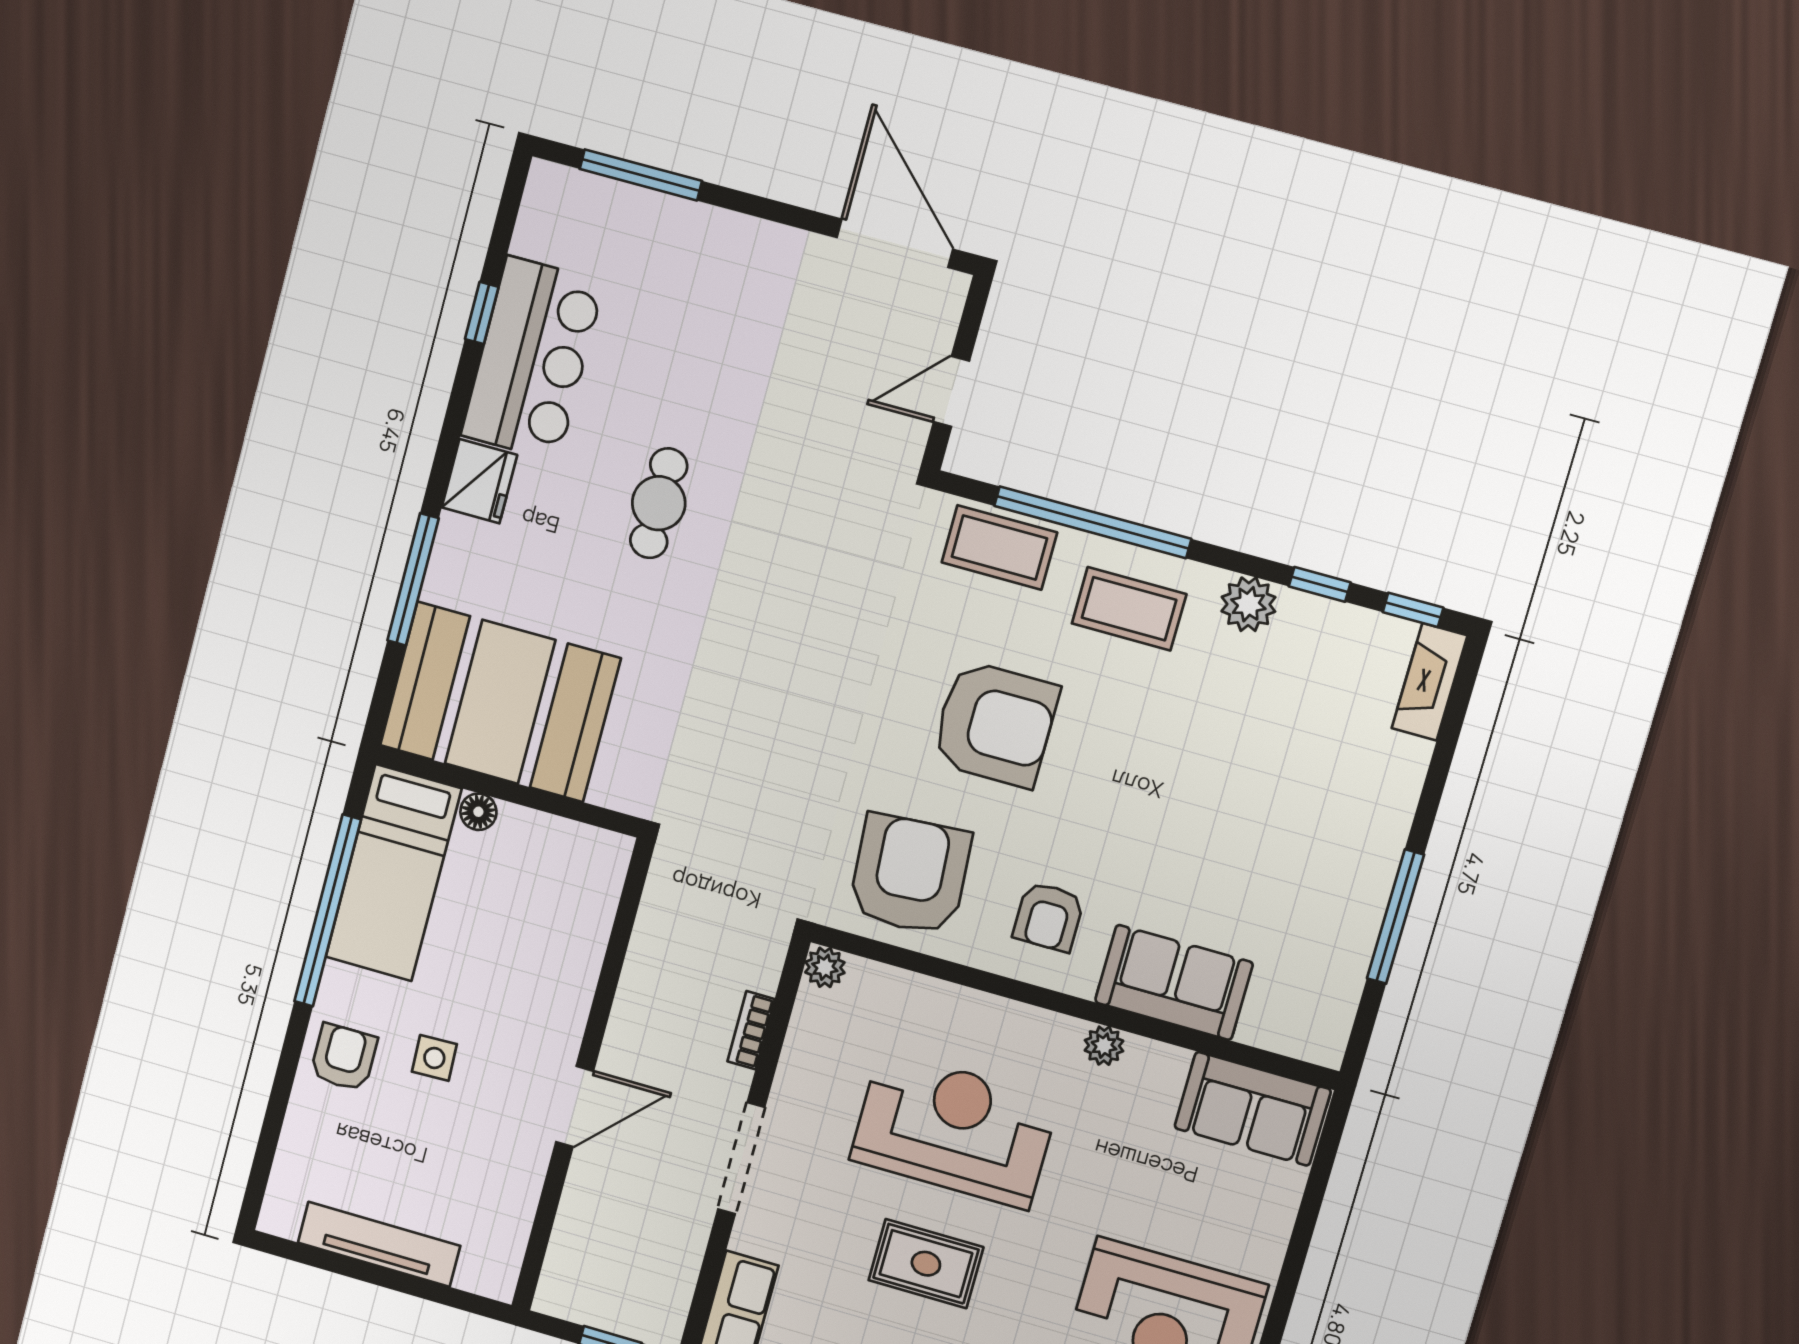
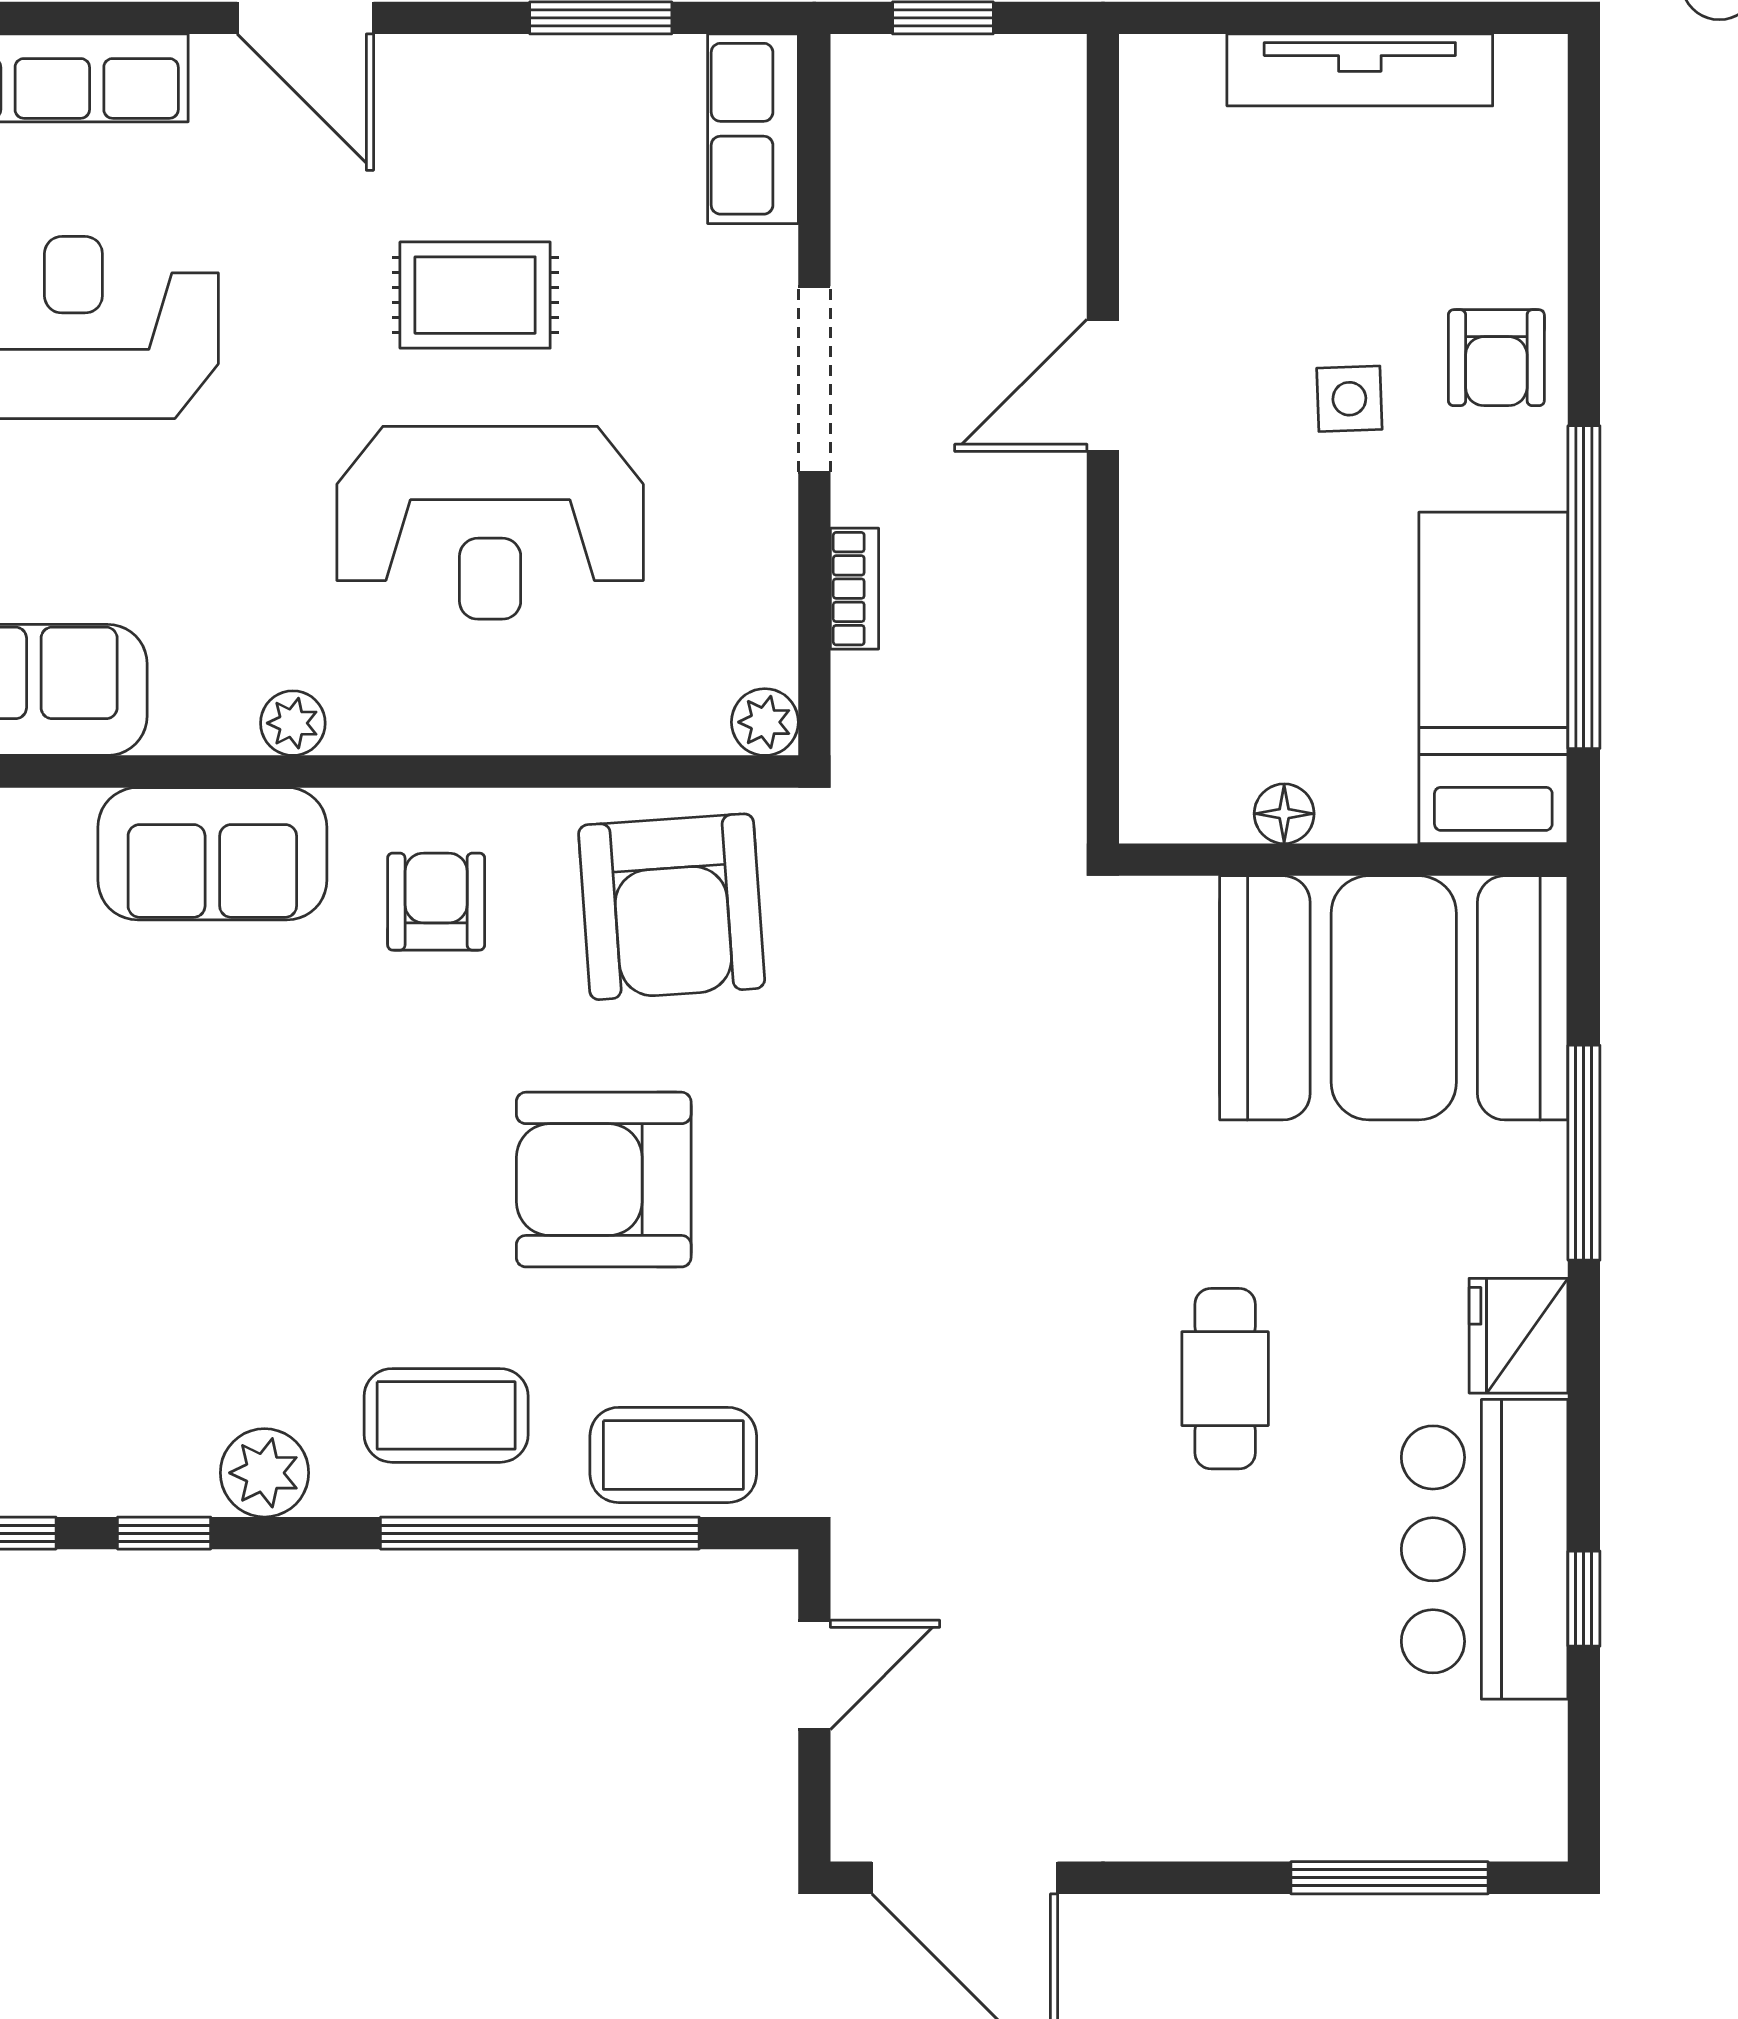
floor lamp: (478, 812) -> (1284, 814), moved

